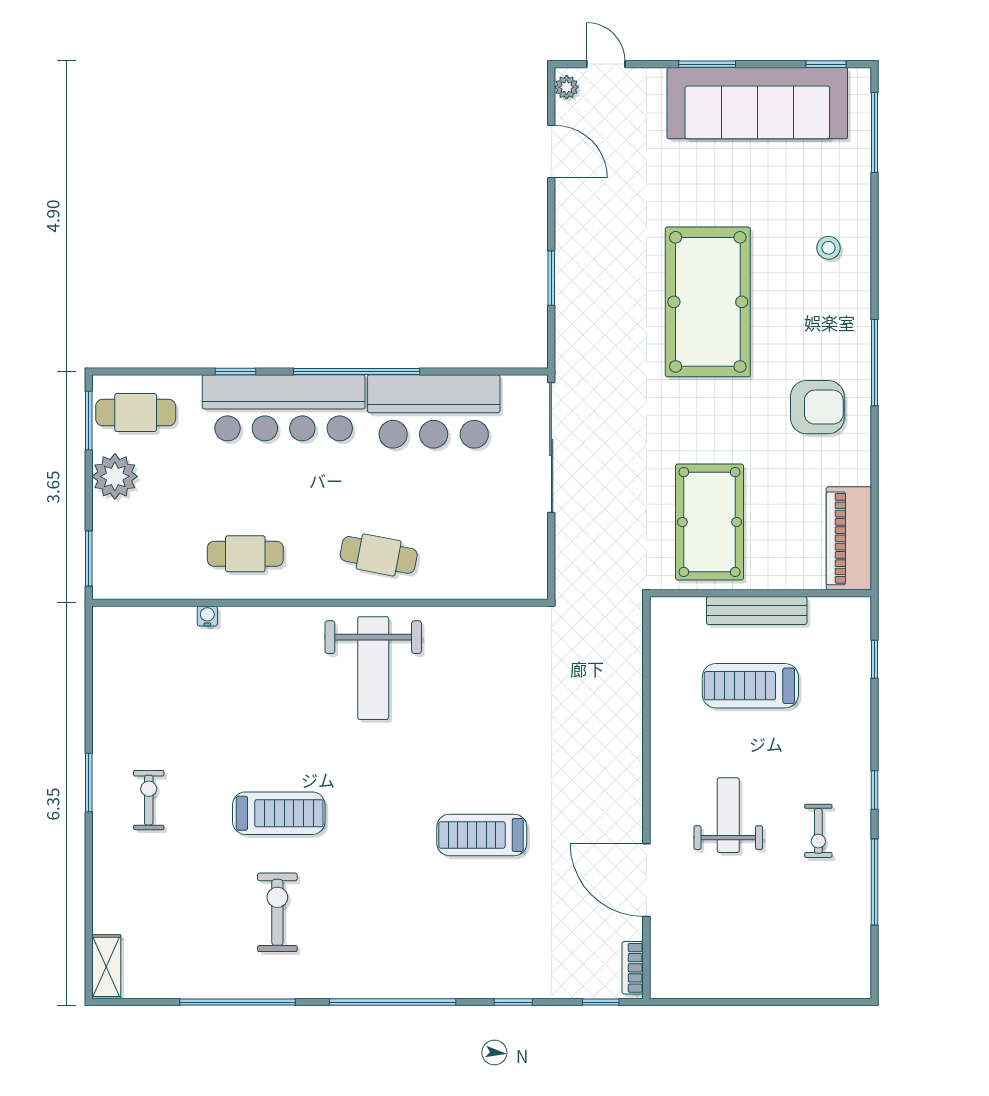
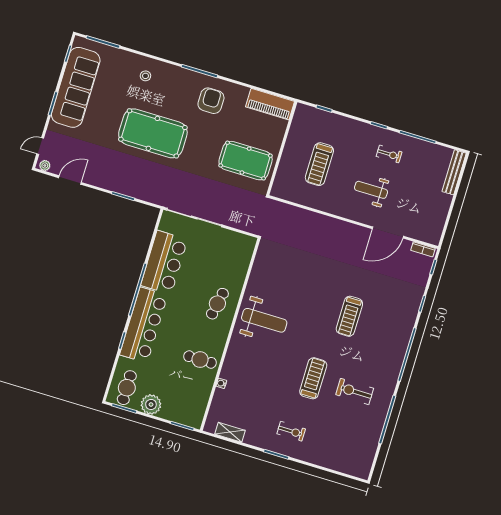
cafe table: (245, 554) -> (200, 360), turned 90
bench: (757, 611) -> (454, 172), moved
exercise bike: (149, 800) -> (291, 431), turned 180
treadmill: (482, 835) -> (349, 316), moved
shelving: (106, 967) -> (230, 432), moved

